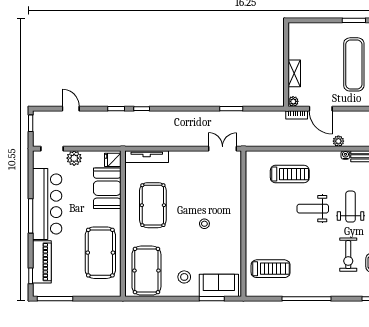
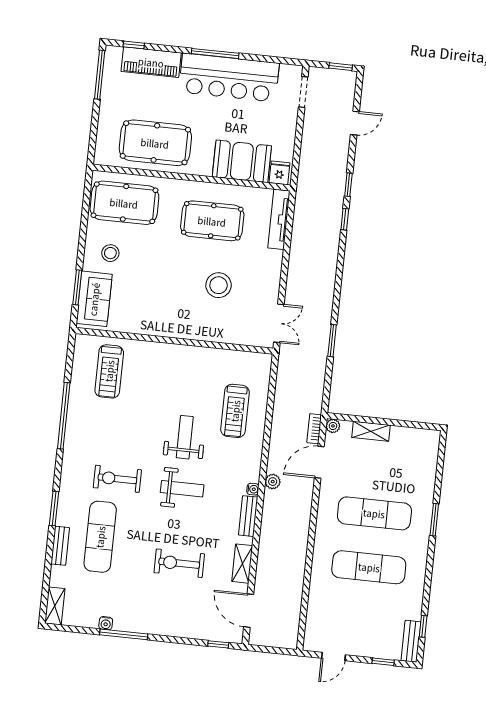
plant: (74, 158) -> (287, 121), removed
stool: (204, 224) -> (219, 285), moved, width x1.89, depth x1.89

